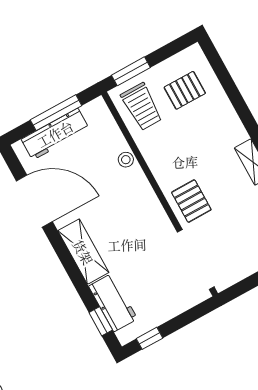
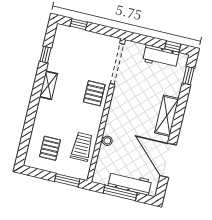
pallet: (185, 90) -> (50, 148), turned 90
trolley: (142, 107) -> (82, 147), moved
workbench: (113, 302) -> (161, 57), moved, turned -90

